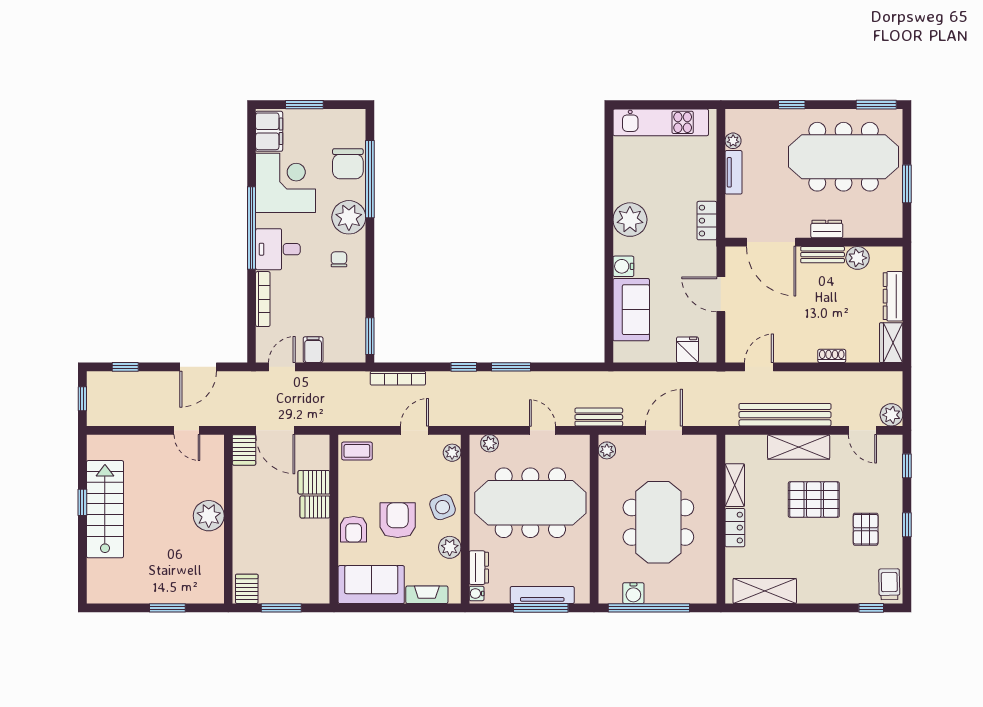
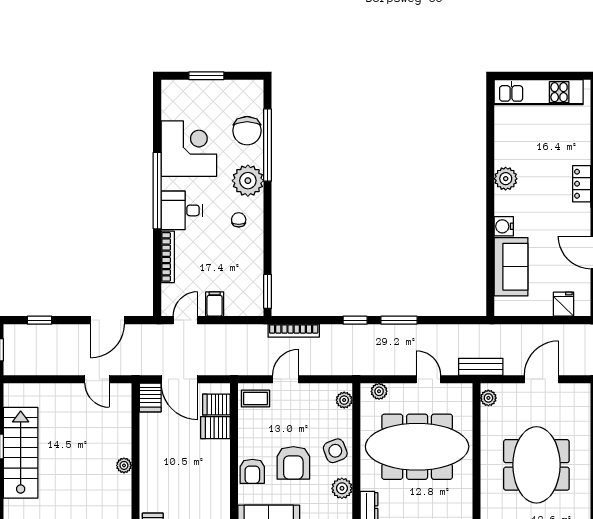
filing cabinet: (269, 131) -> (174, 100), removed
plant: (630, 220) -> (506, 179), width x0.73, depth x0.73
door: (415, 430) -> (286, 379), moved
server rack: (315, 507) -> (216, 405), moved
plant: (209, 516) -> (124, 465), width x0.53, depth x0.53
armchair: (398, 520) -> (293, 463), turned 180

